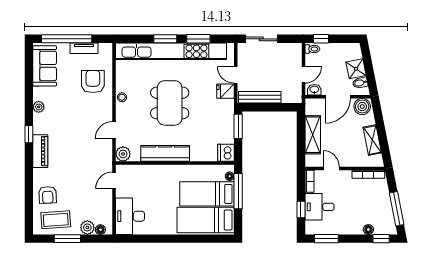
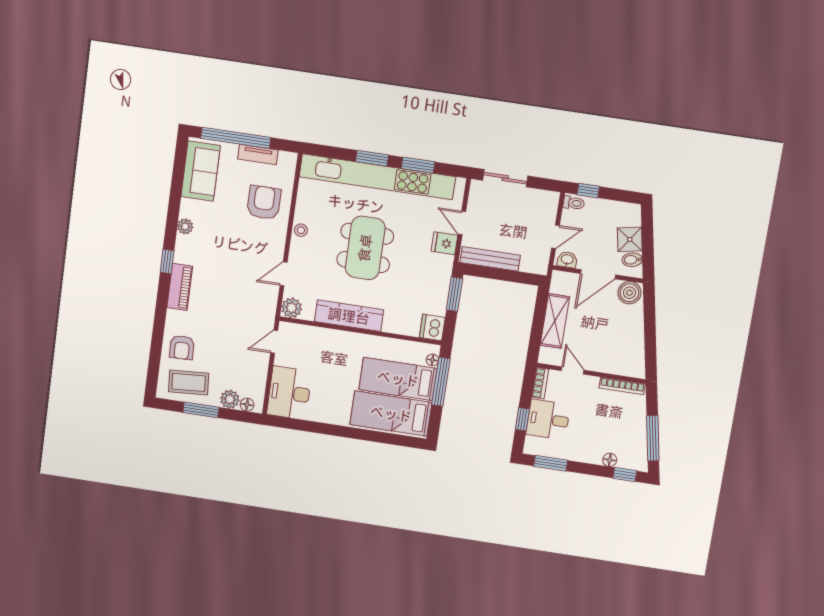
shelving: (372, 140) -> (635, 341), removed

